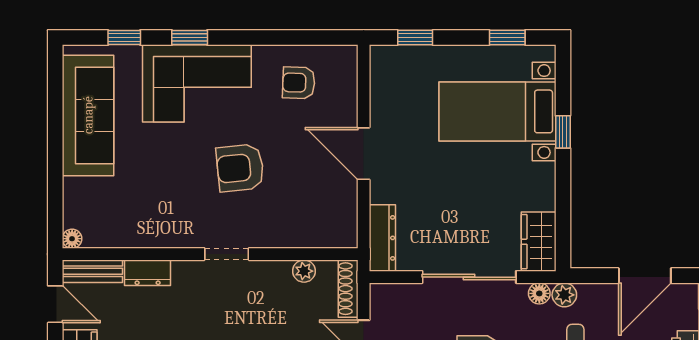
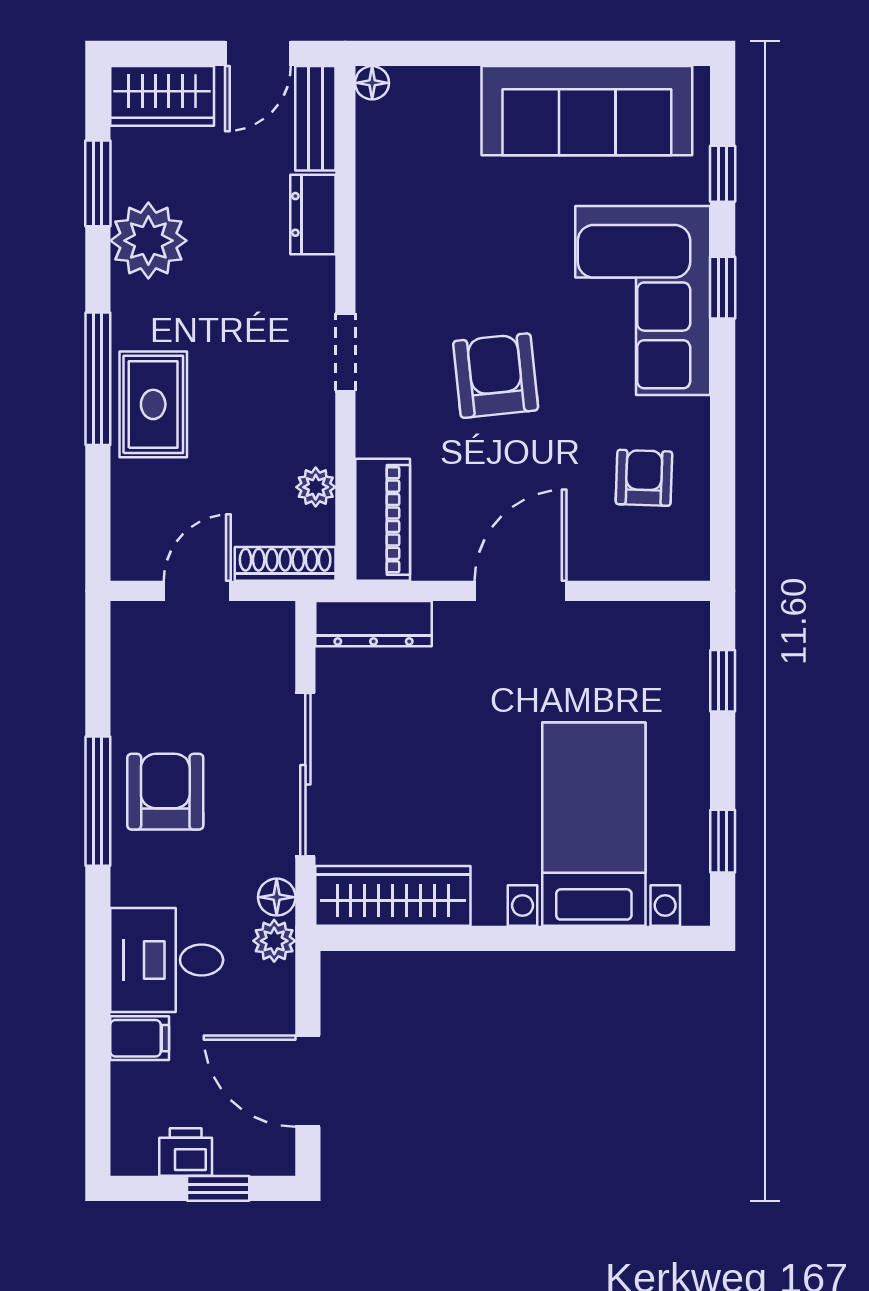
window: (563, 132) -> (558, 938), removed
piano: (323, 233) -> (383, 520), added
wardrobe: (539, 242) -> (393, 896), width x1.50

